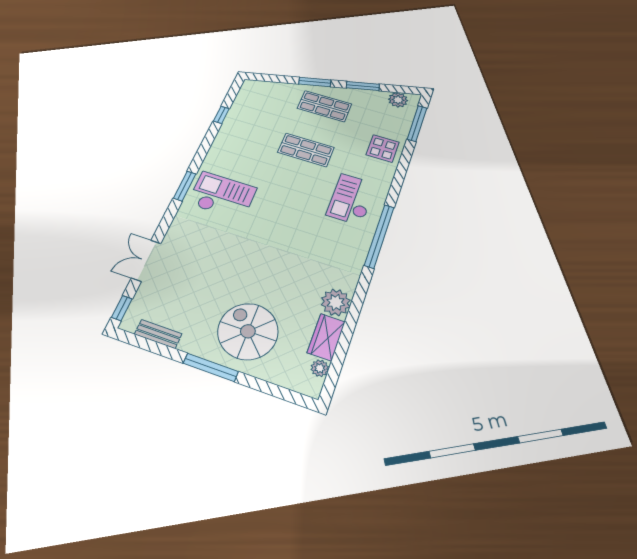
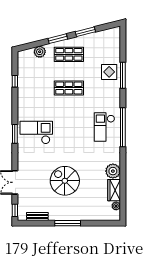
plant: (398, 100) -> (40, 52), moved
window: (417, 123) -> (123, 75), moved
checkout: (351, 199) -> (104, 127), moved
spiral stairs: (248, 331) -> (65, 181), moved

